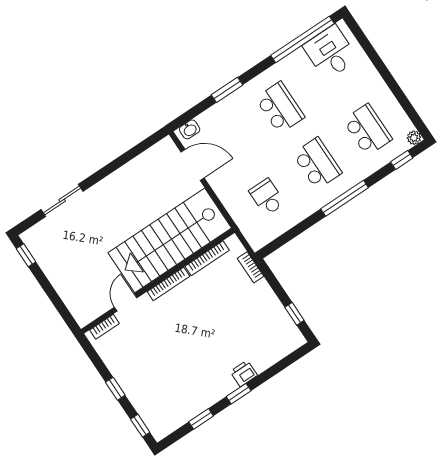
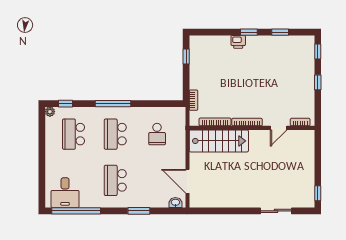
stairs: (170, 240) -> (219, 141), width x0.73, depth x0.66

